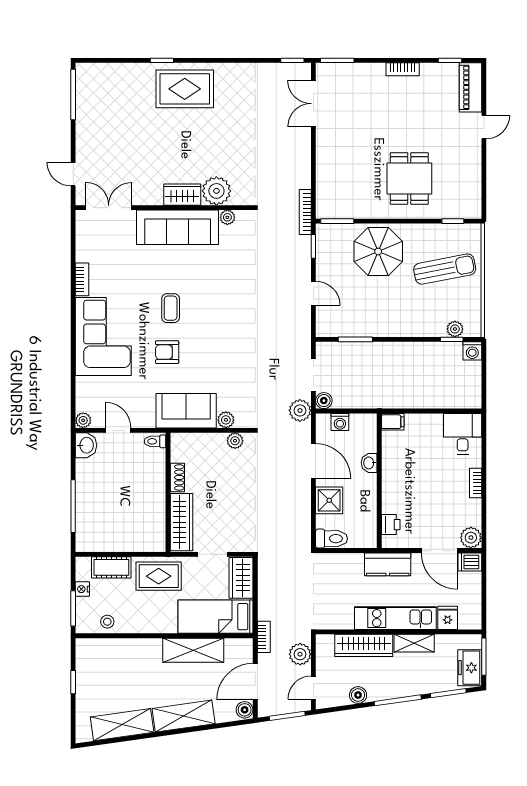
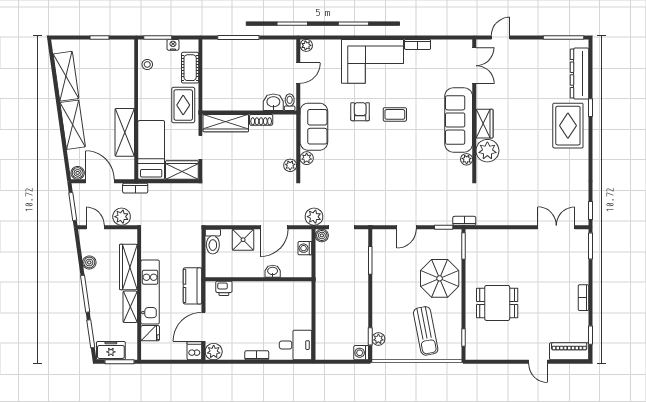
dresser: (119, 74) -> (580, 74), added
bookcase: (305, 212) -> (464, 221), width x0.64
filing cabinet: (393, 422) -> (305, 290), removed
washbasin: (86, 445) -> (273, 102), moved, turned 180

